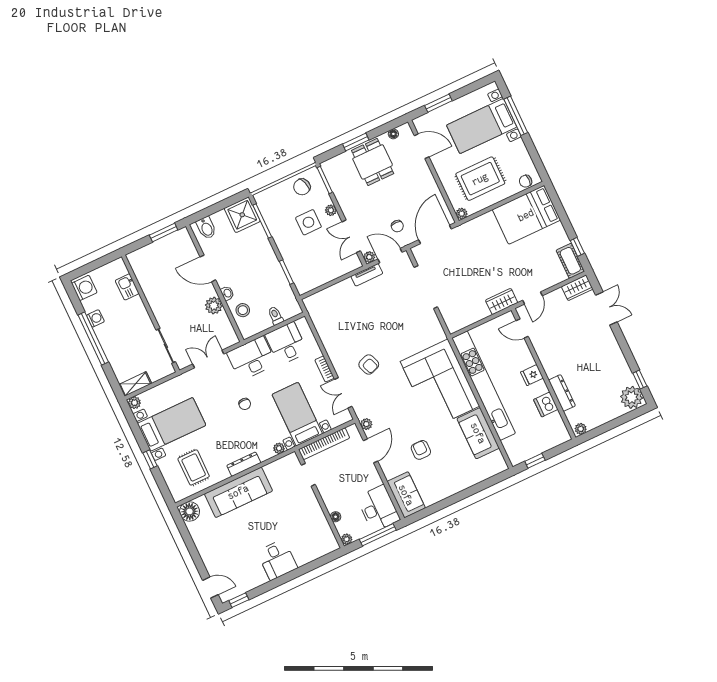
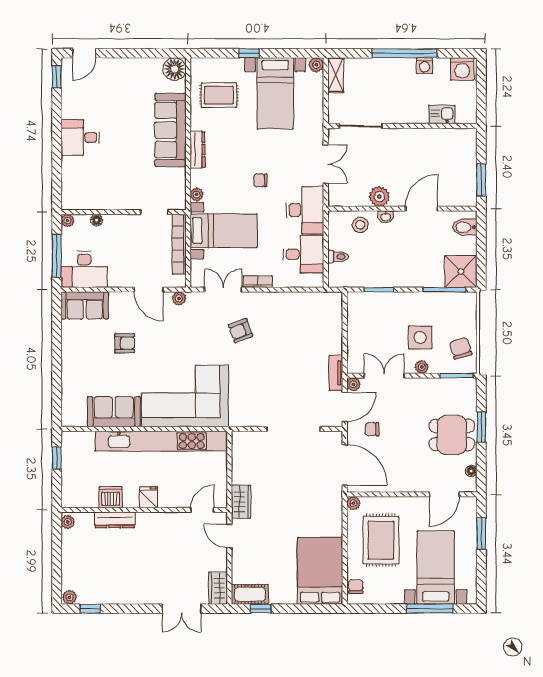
plant: (632, 397) -> (70, 597), width x0.53, depth x0.53

